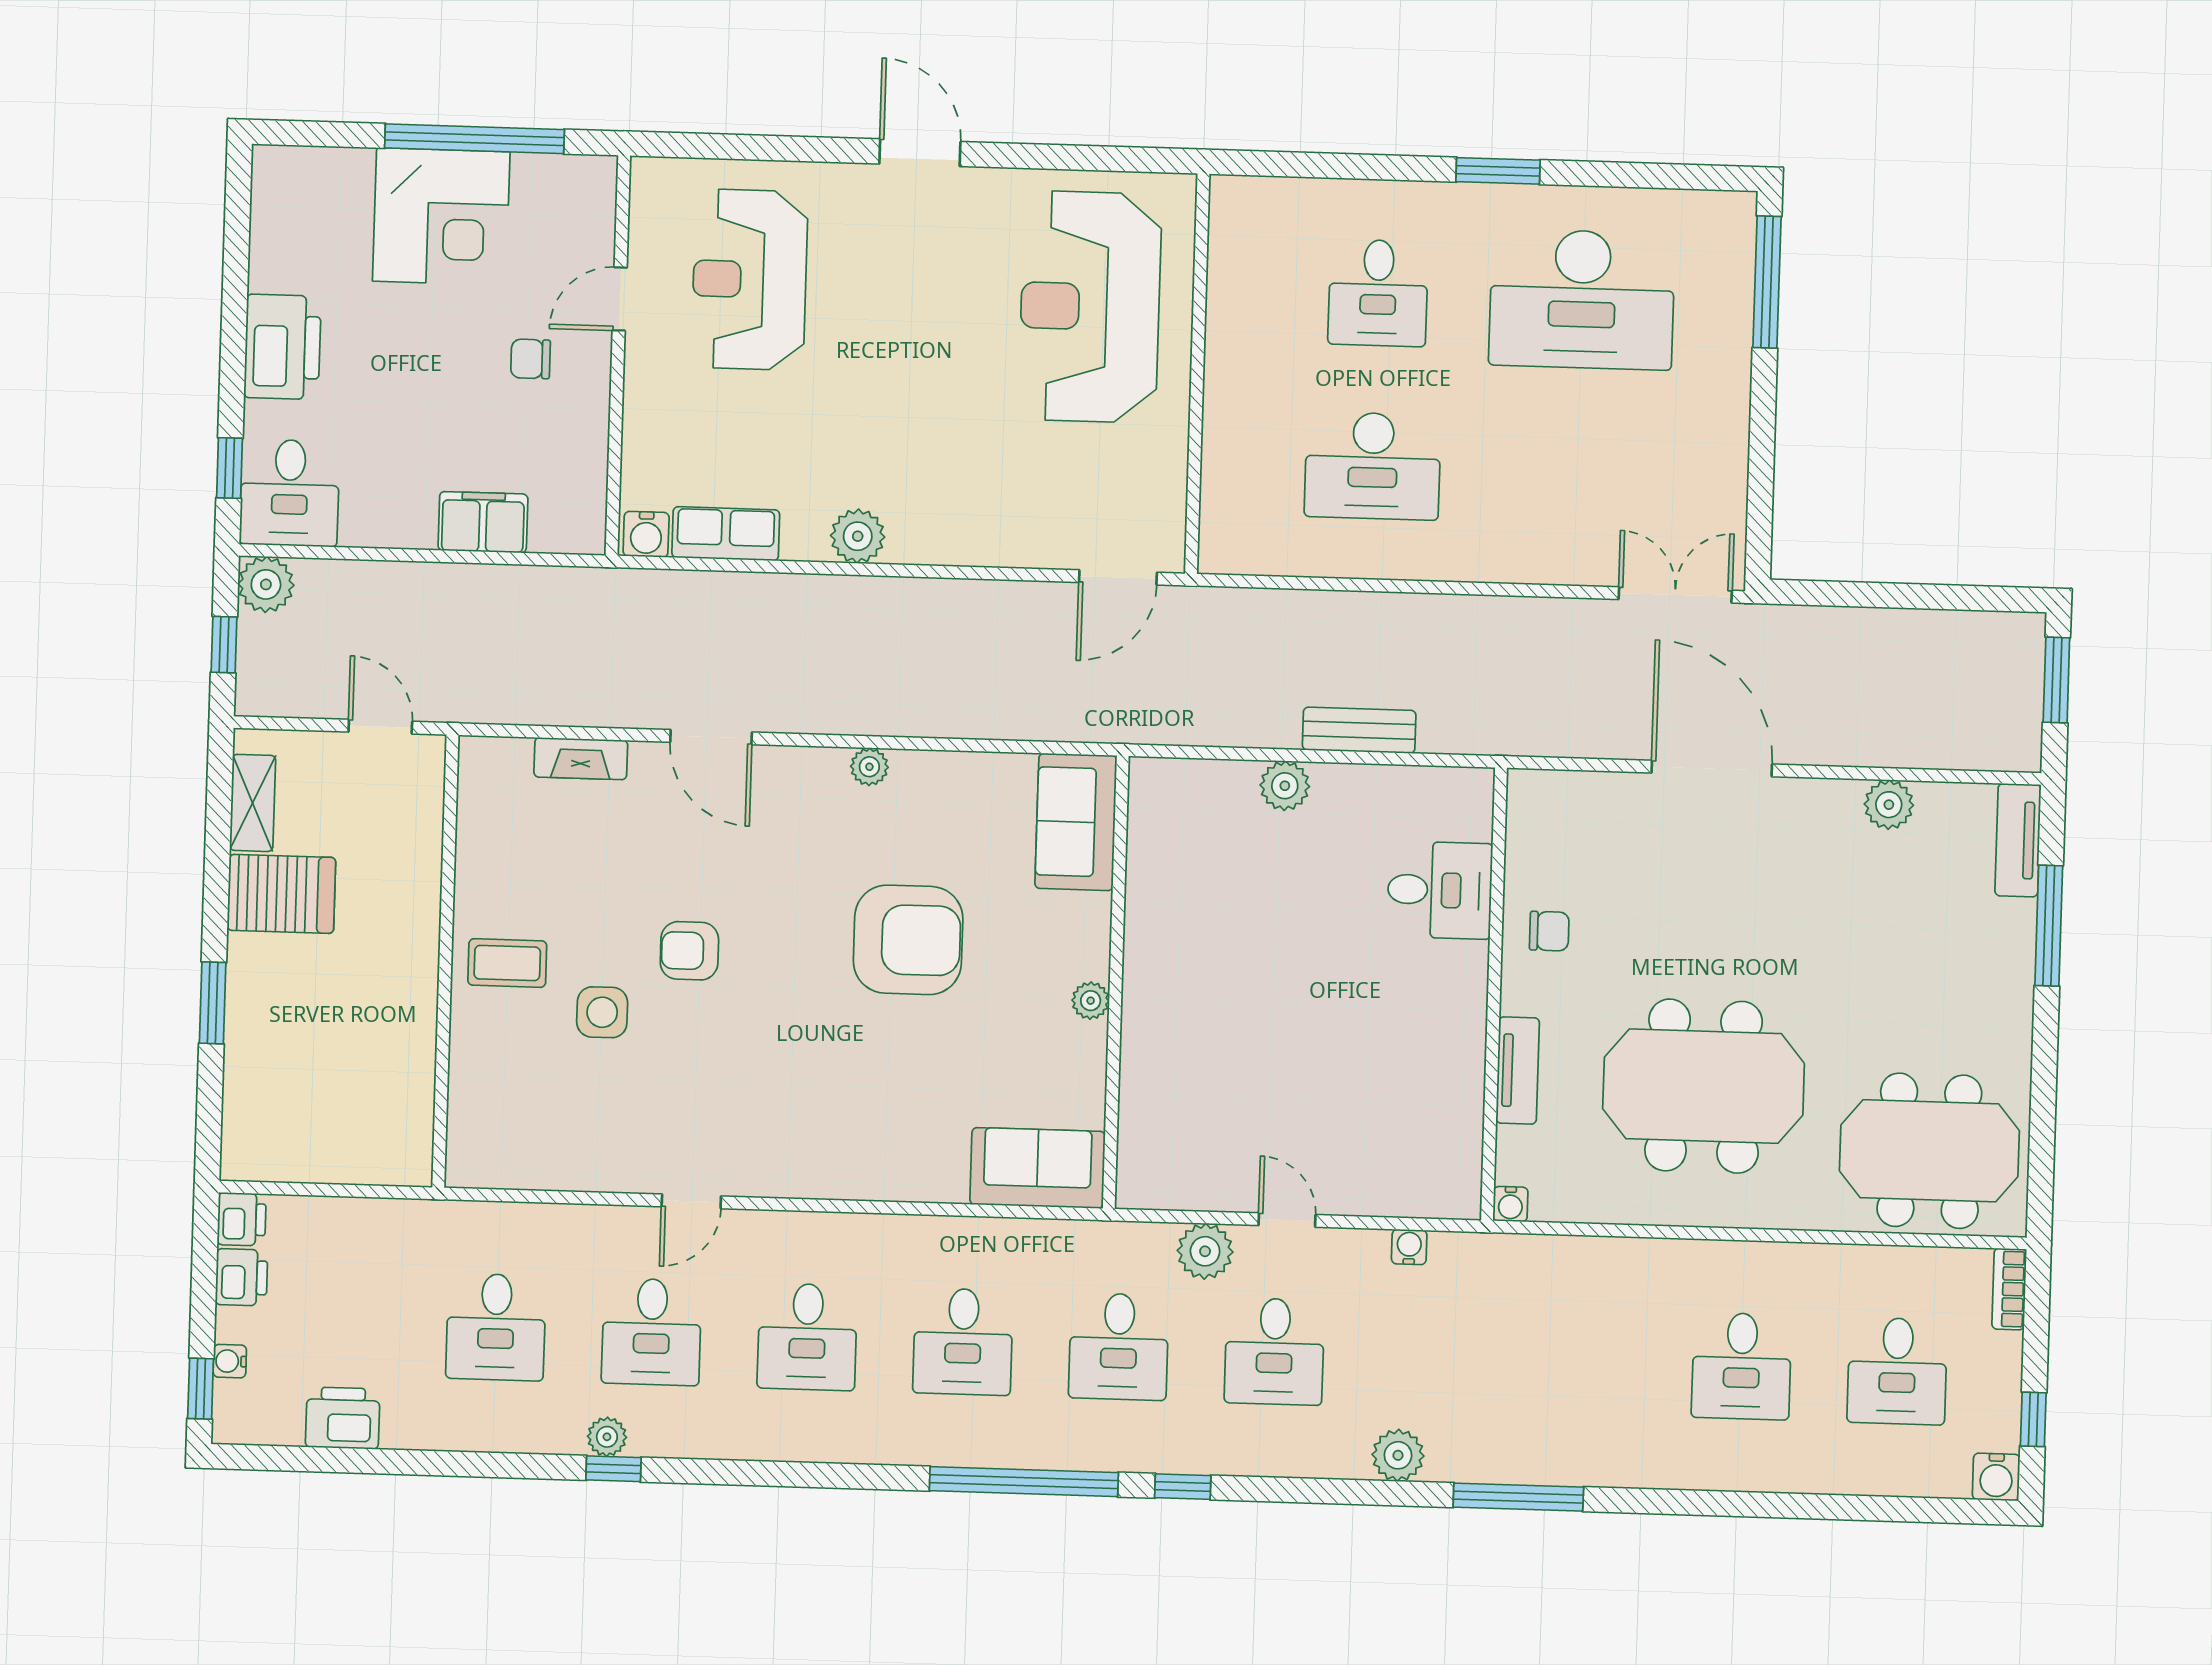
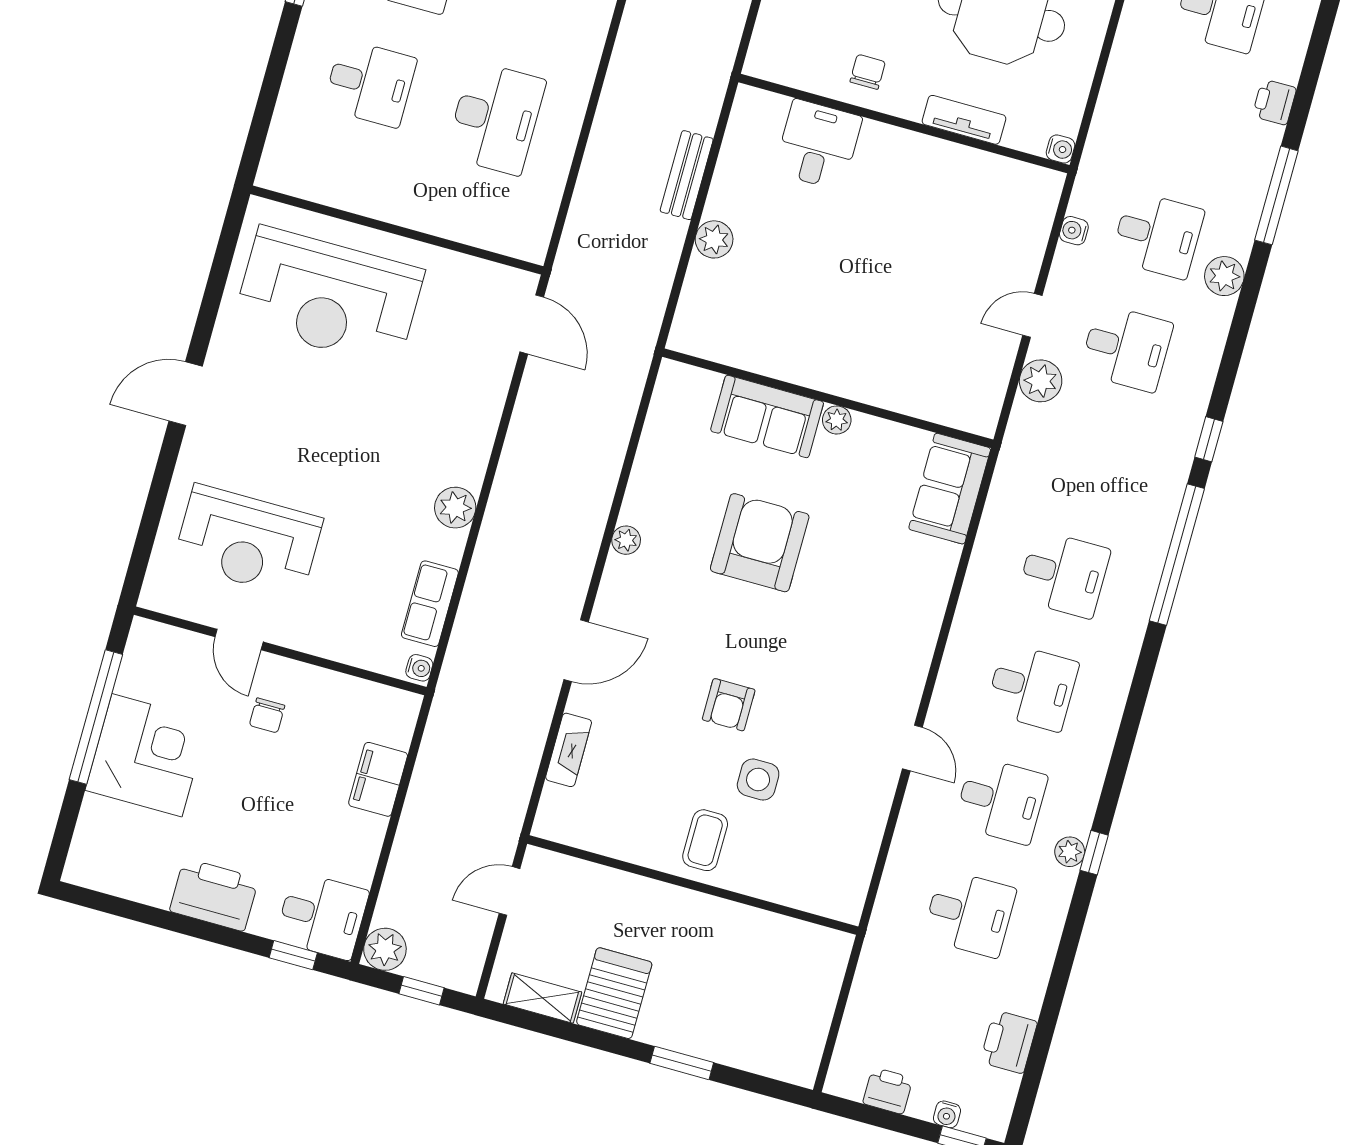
water cooler: (646, 534) -> (419, 668), width x0.72, depth x0.72
sofa: (1076, 822) -> (767, 416), moved
printer: (242, 1219) -> (1274, 102), moved, turned -90
desk: (1119, 1347) -> (1158, 235), moved

